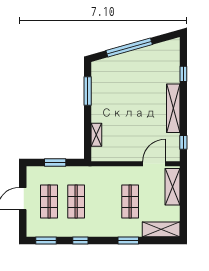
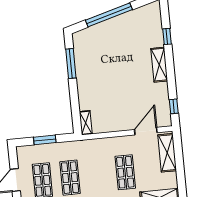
shelving: (173, 108) -> (159, 65), width x0.68
shelving: (96, 135) -> (86, 123), moved

